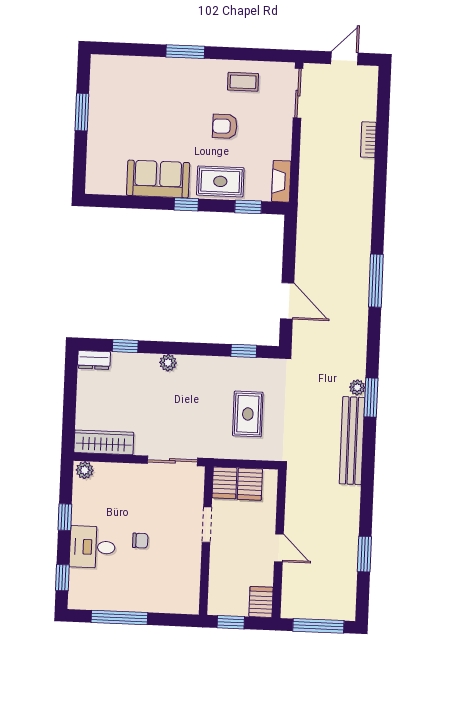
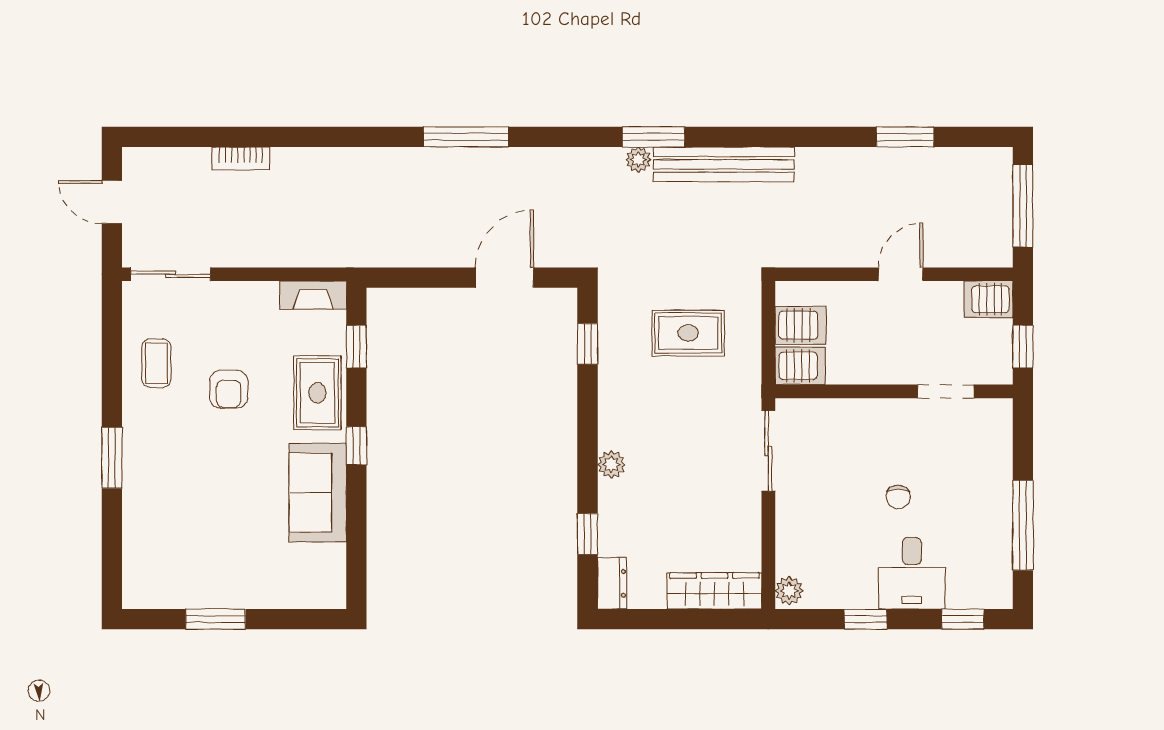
wardrobe: (104, 442) -> (714, 591), moved, turned 90
doorway: (207, 525) -> (946, 391), moved
chair: (140, 541) -> (898, 497), turned 180

